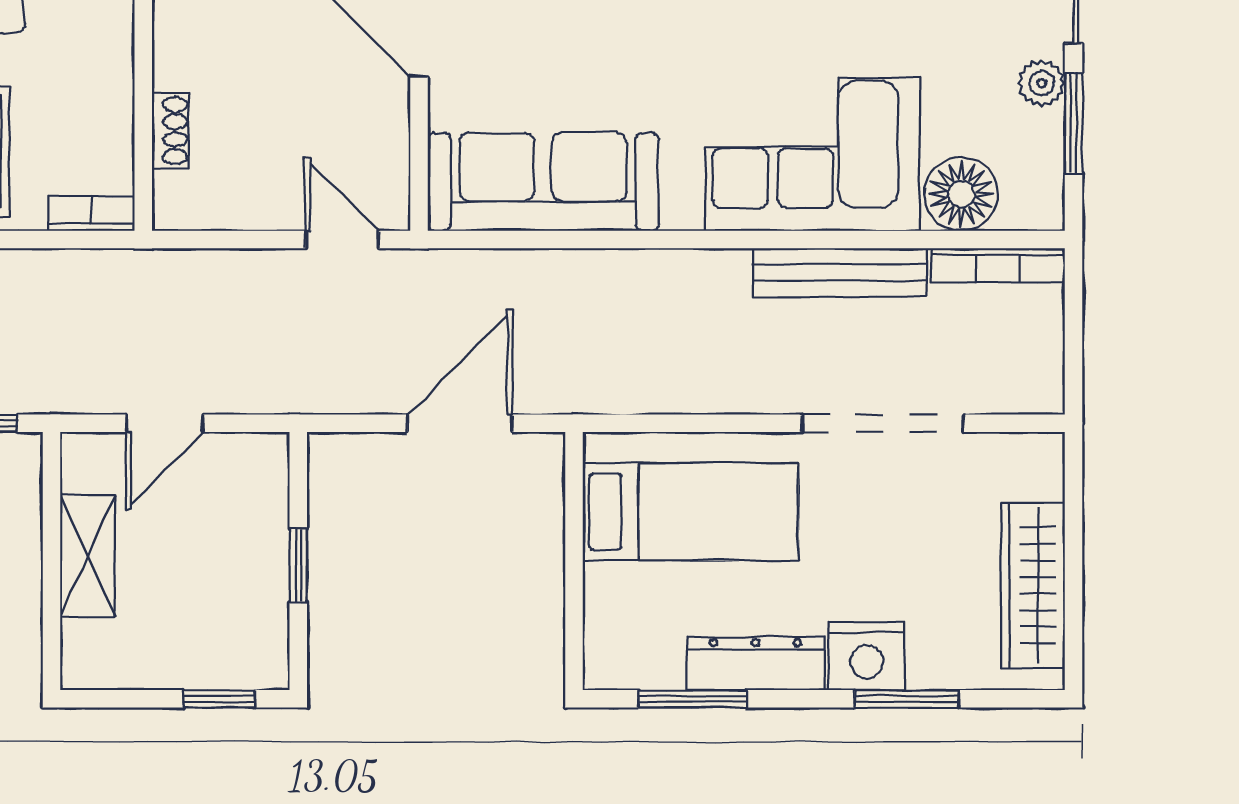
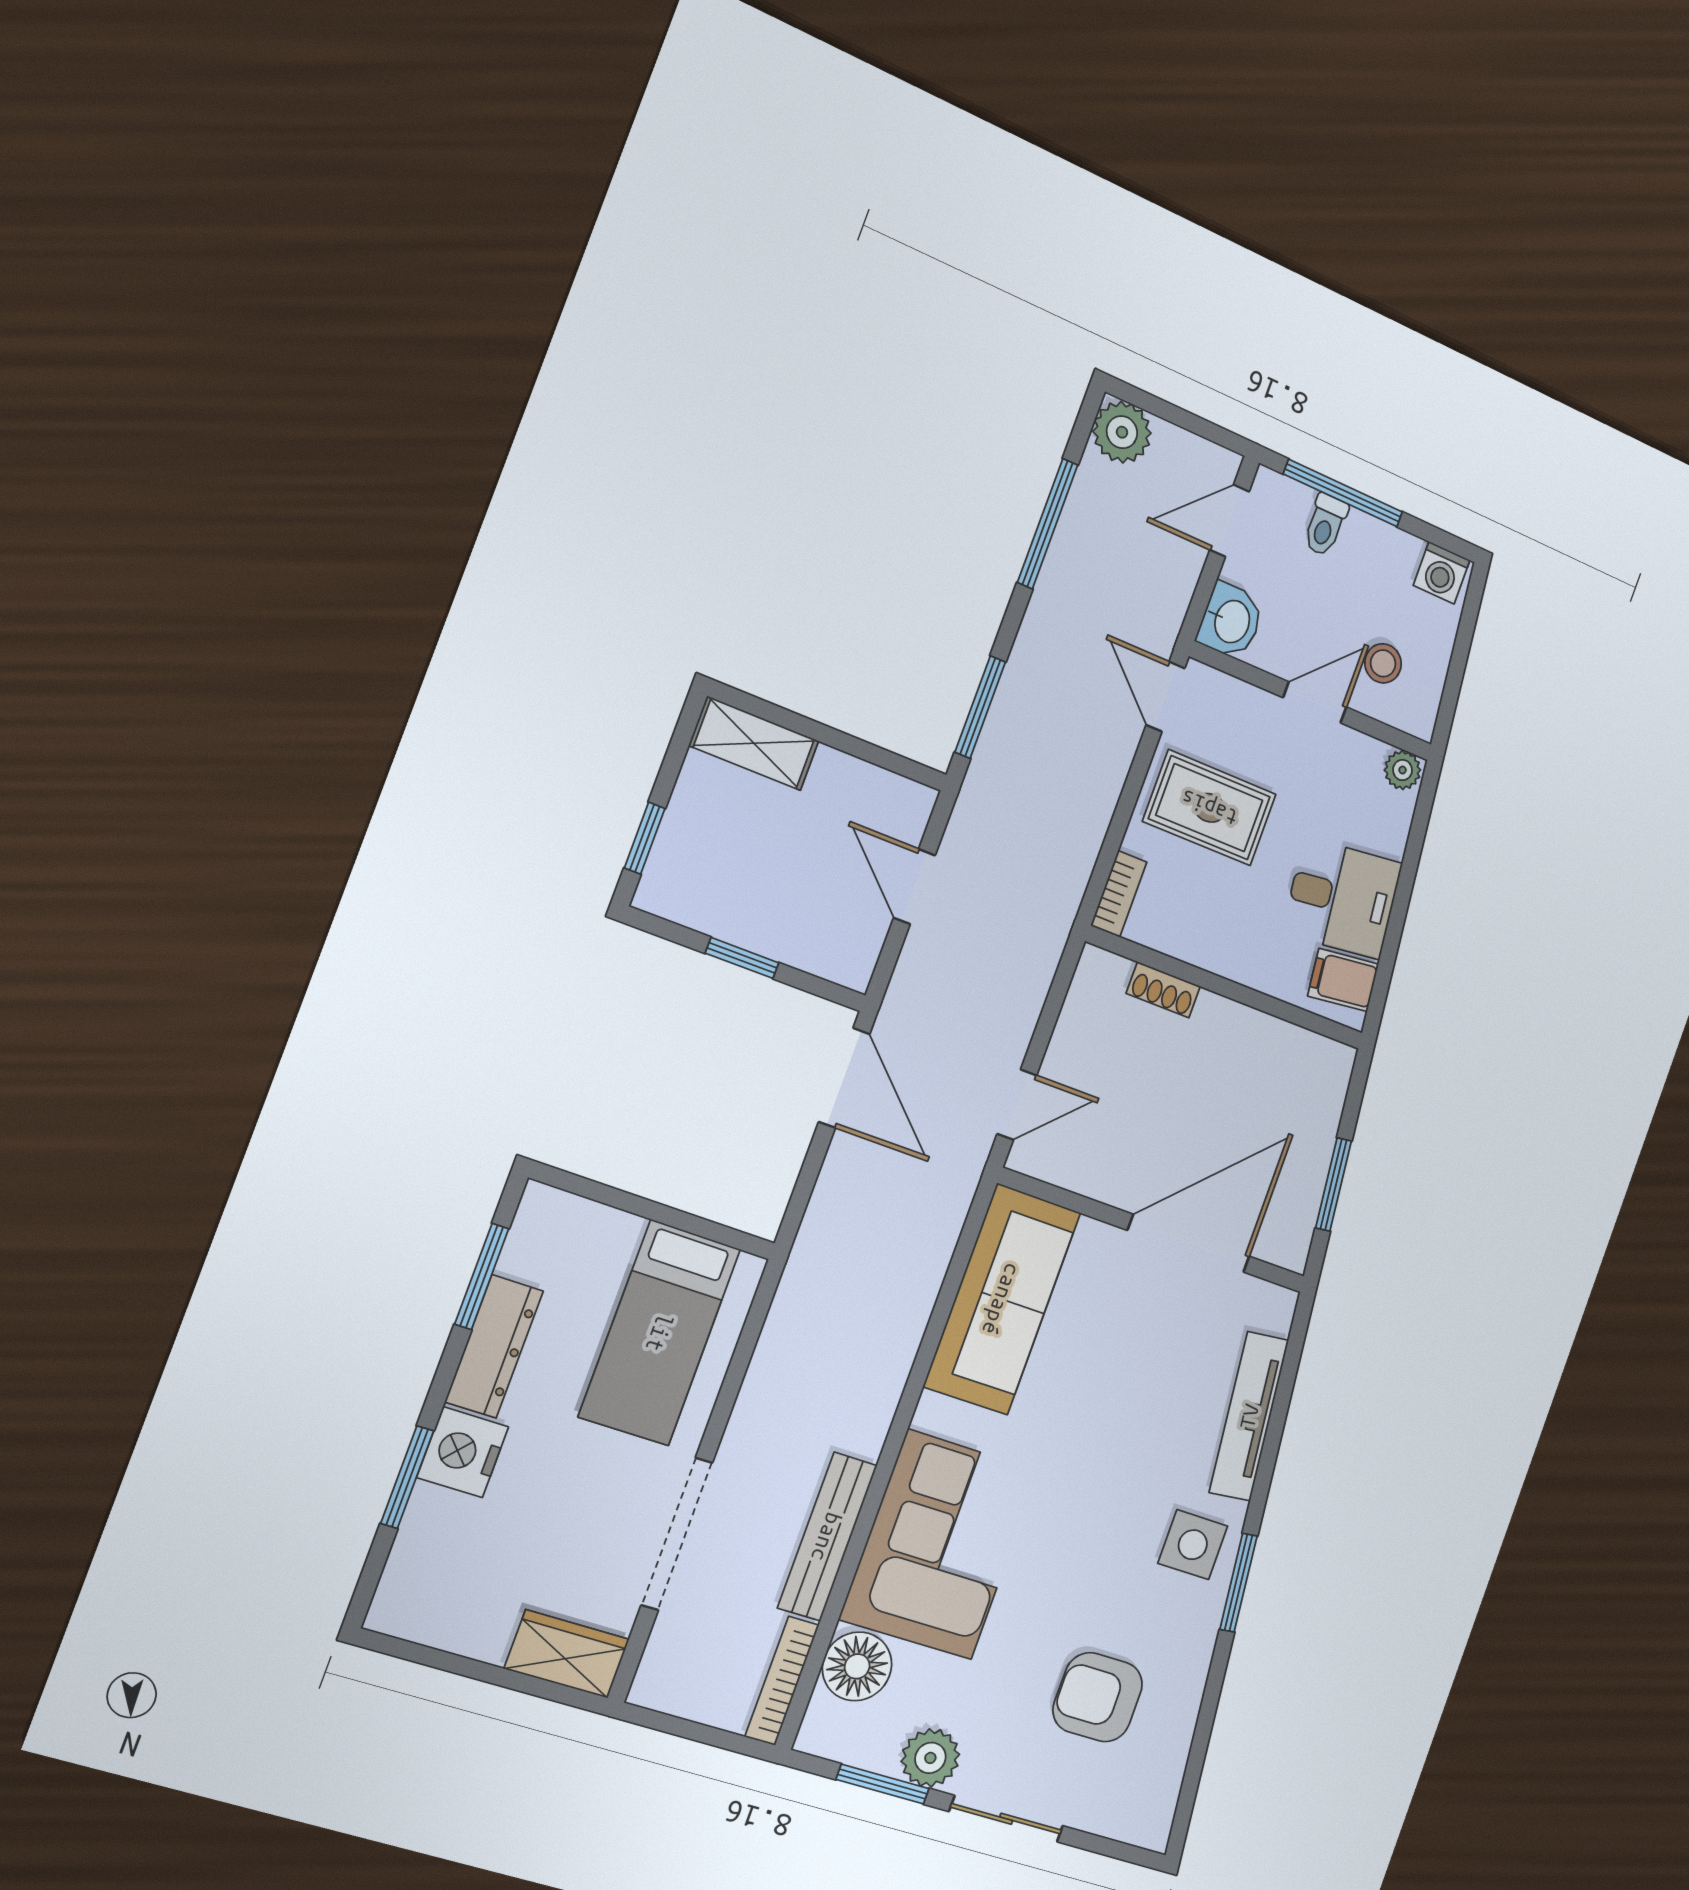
plant: (1042, 83) -> (930, 1758), width x1.38, depth x1.38
door: (460, 423) -> (844, 1078), moved
shelving: (87, 556) -> (754, 743), moved
wardrobe: (1033, 585) -> (567, 1654), moved, width x0.67

